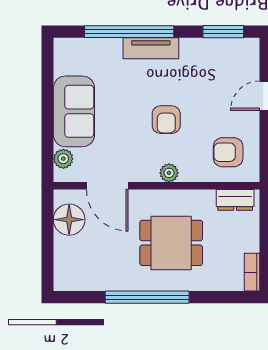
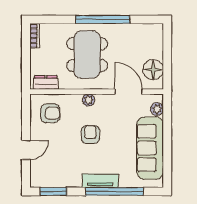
sofa: (74, 111) -> (150, 148), width x1.36
dining table: (171, 243) -> (87, 55), width x1.38

